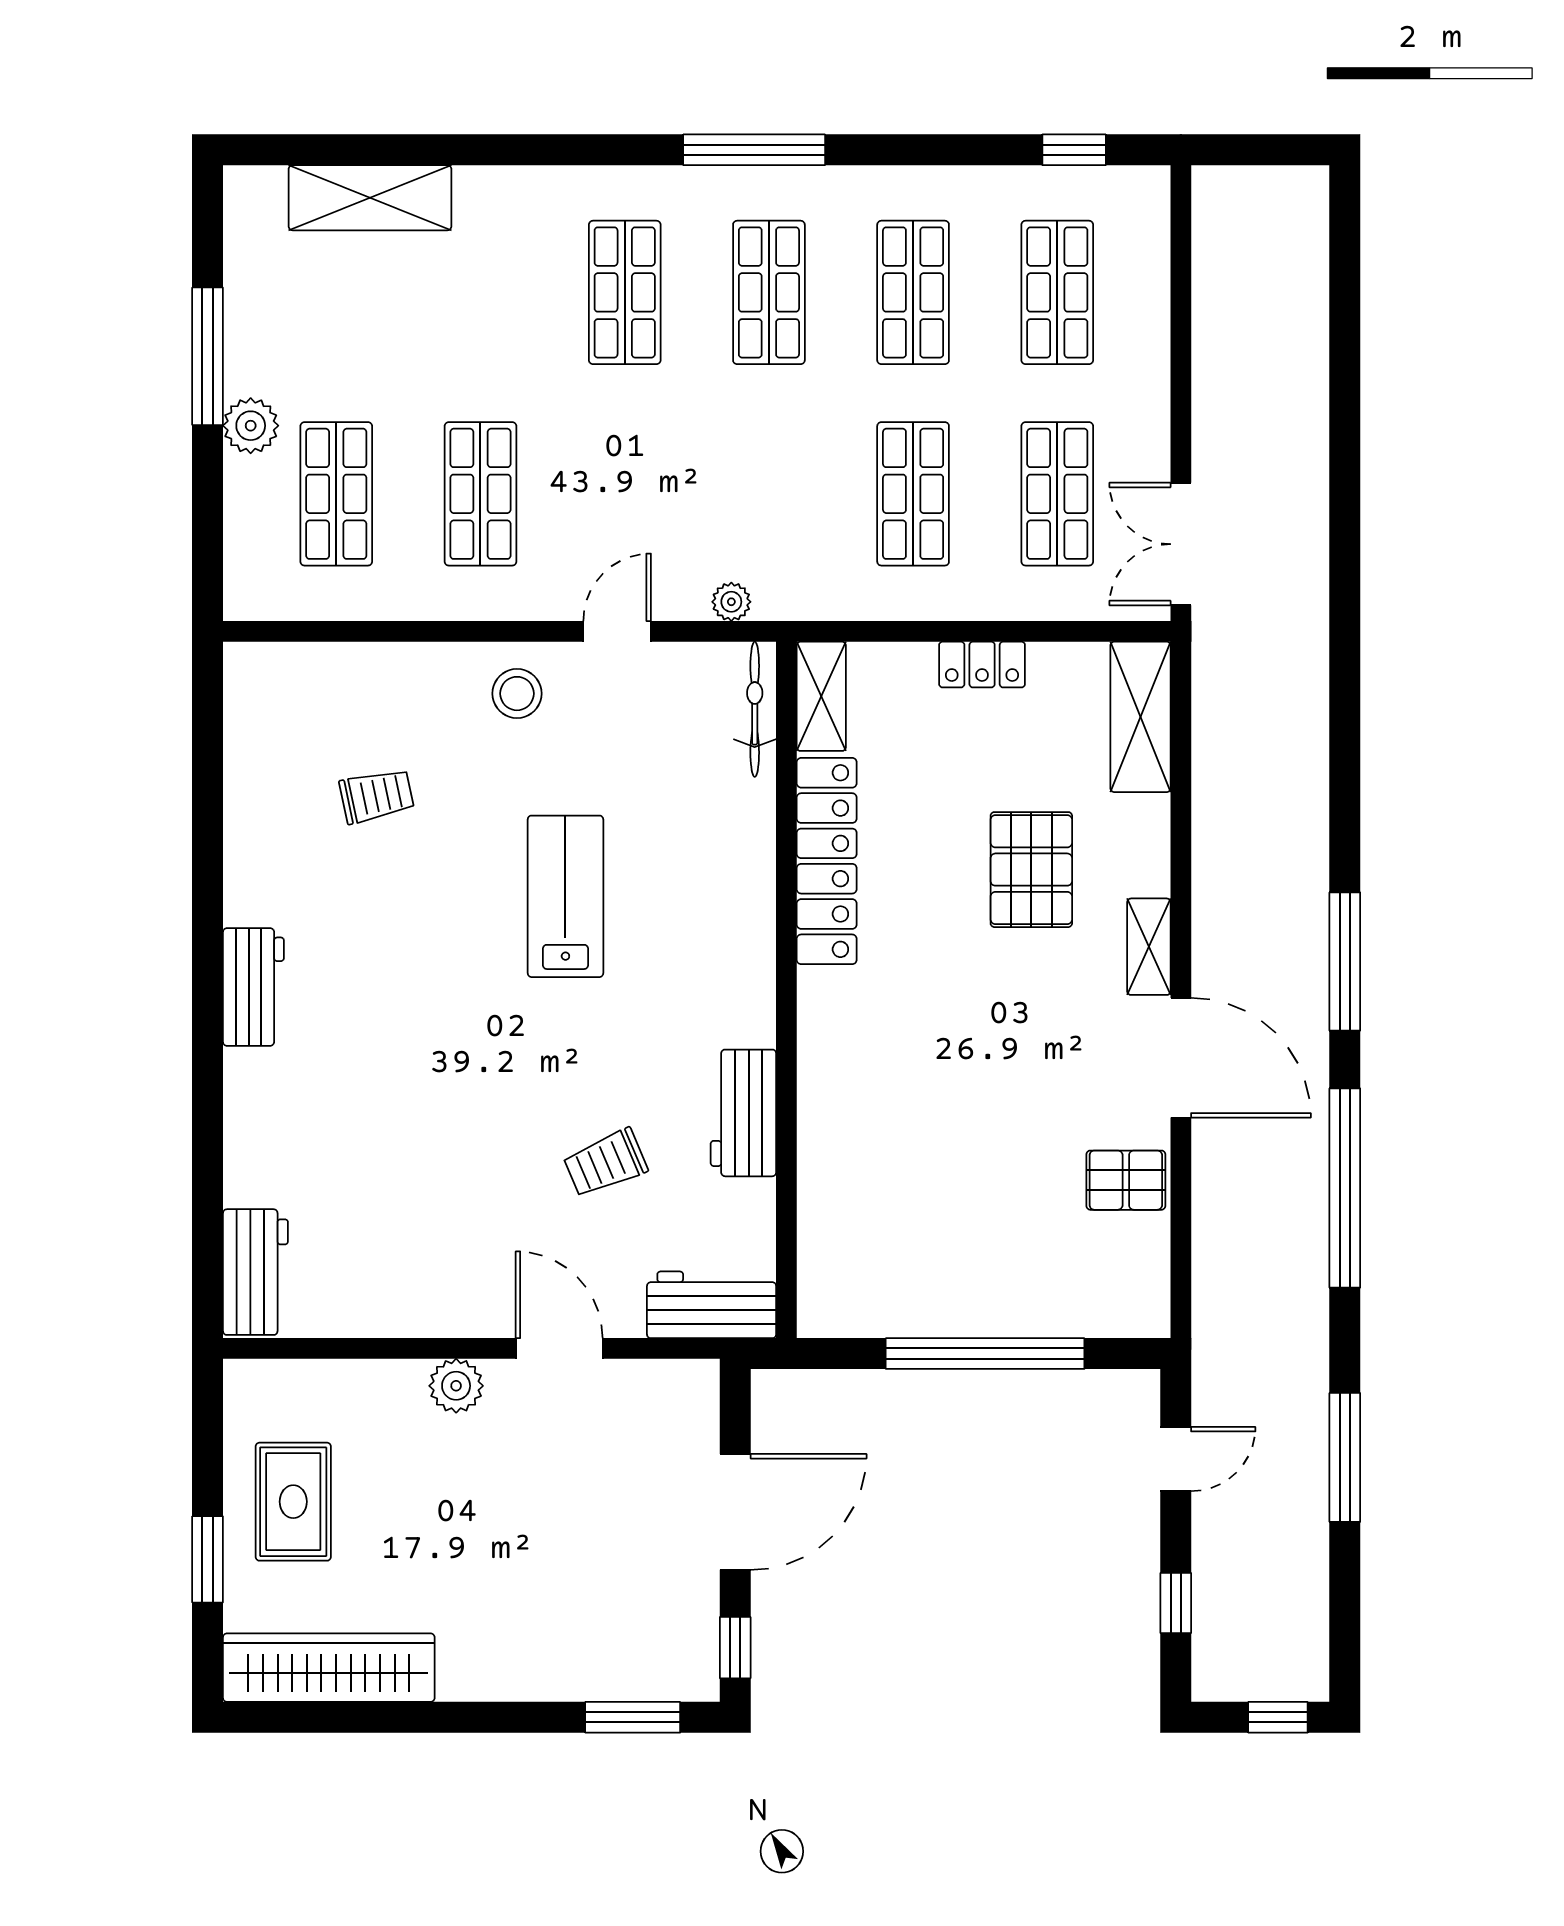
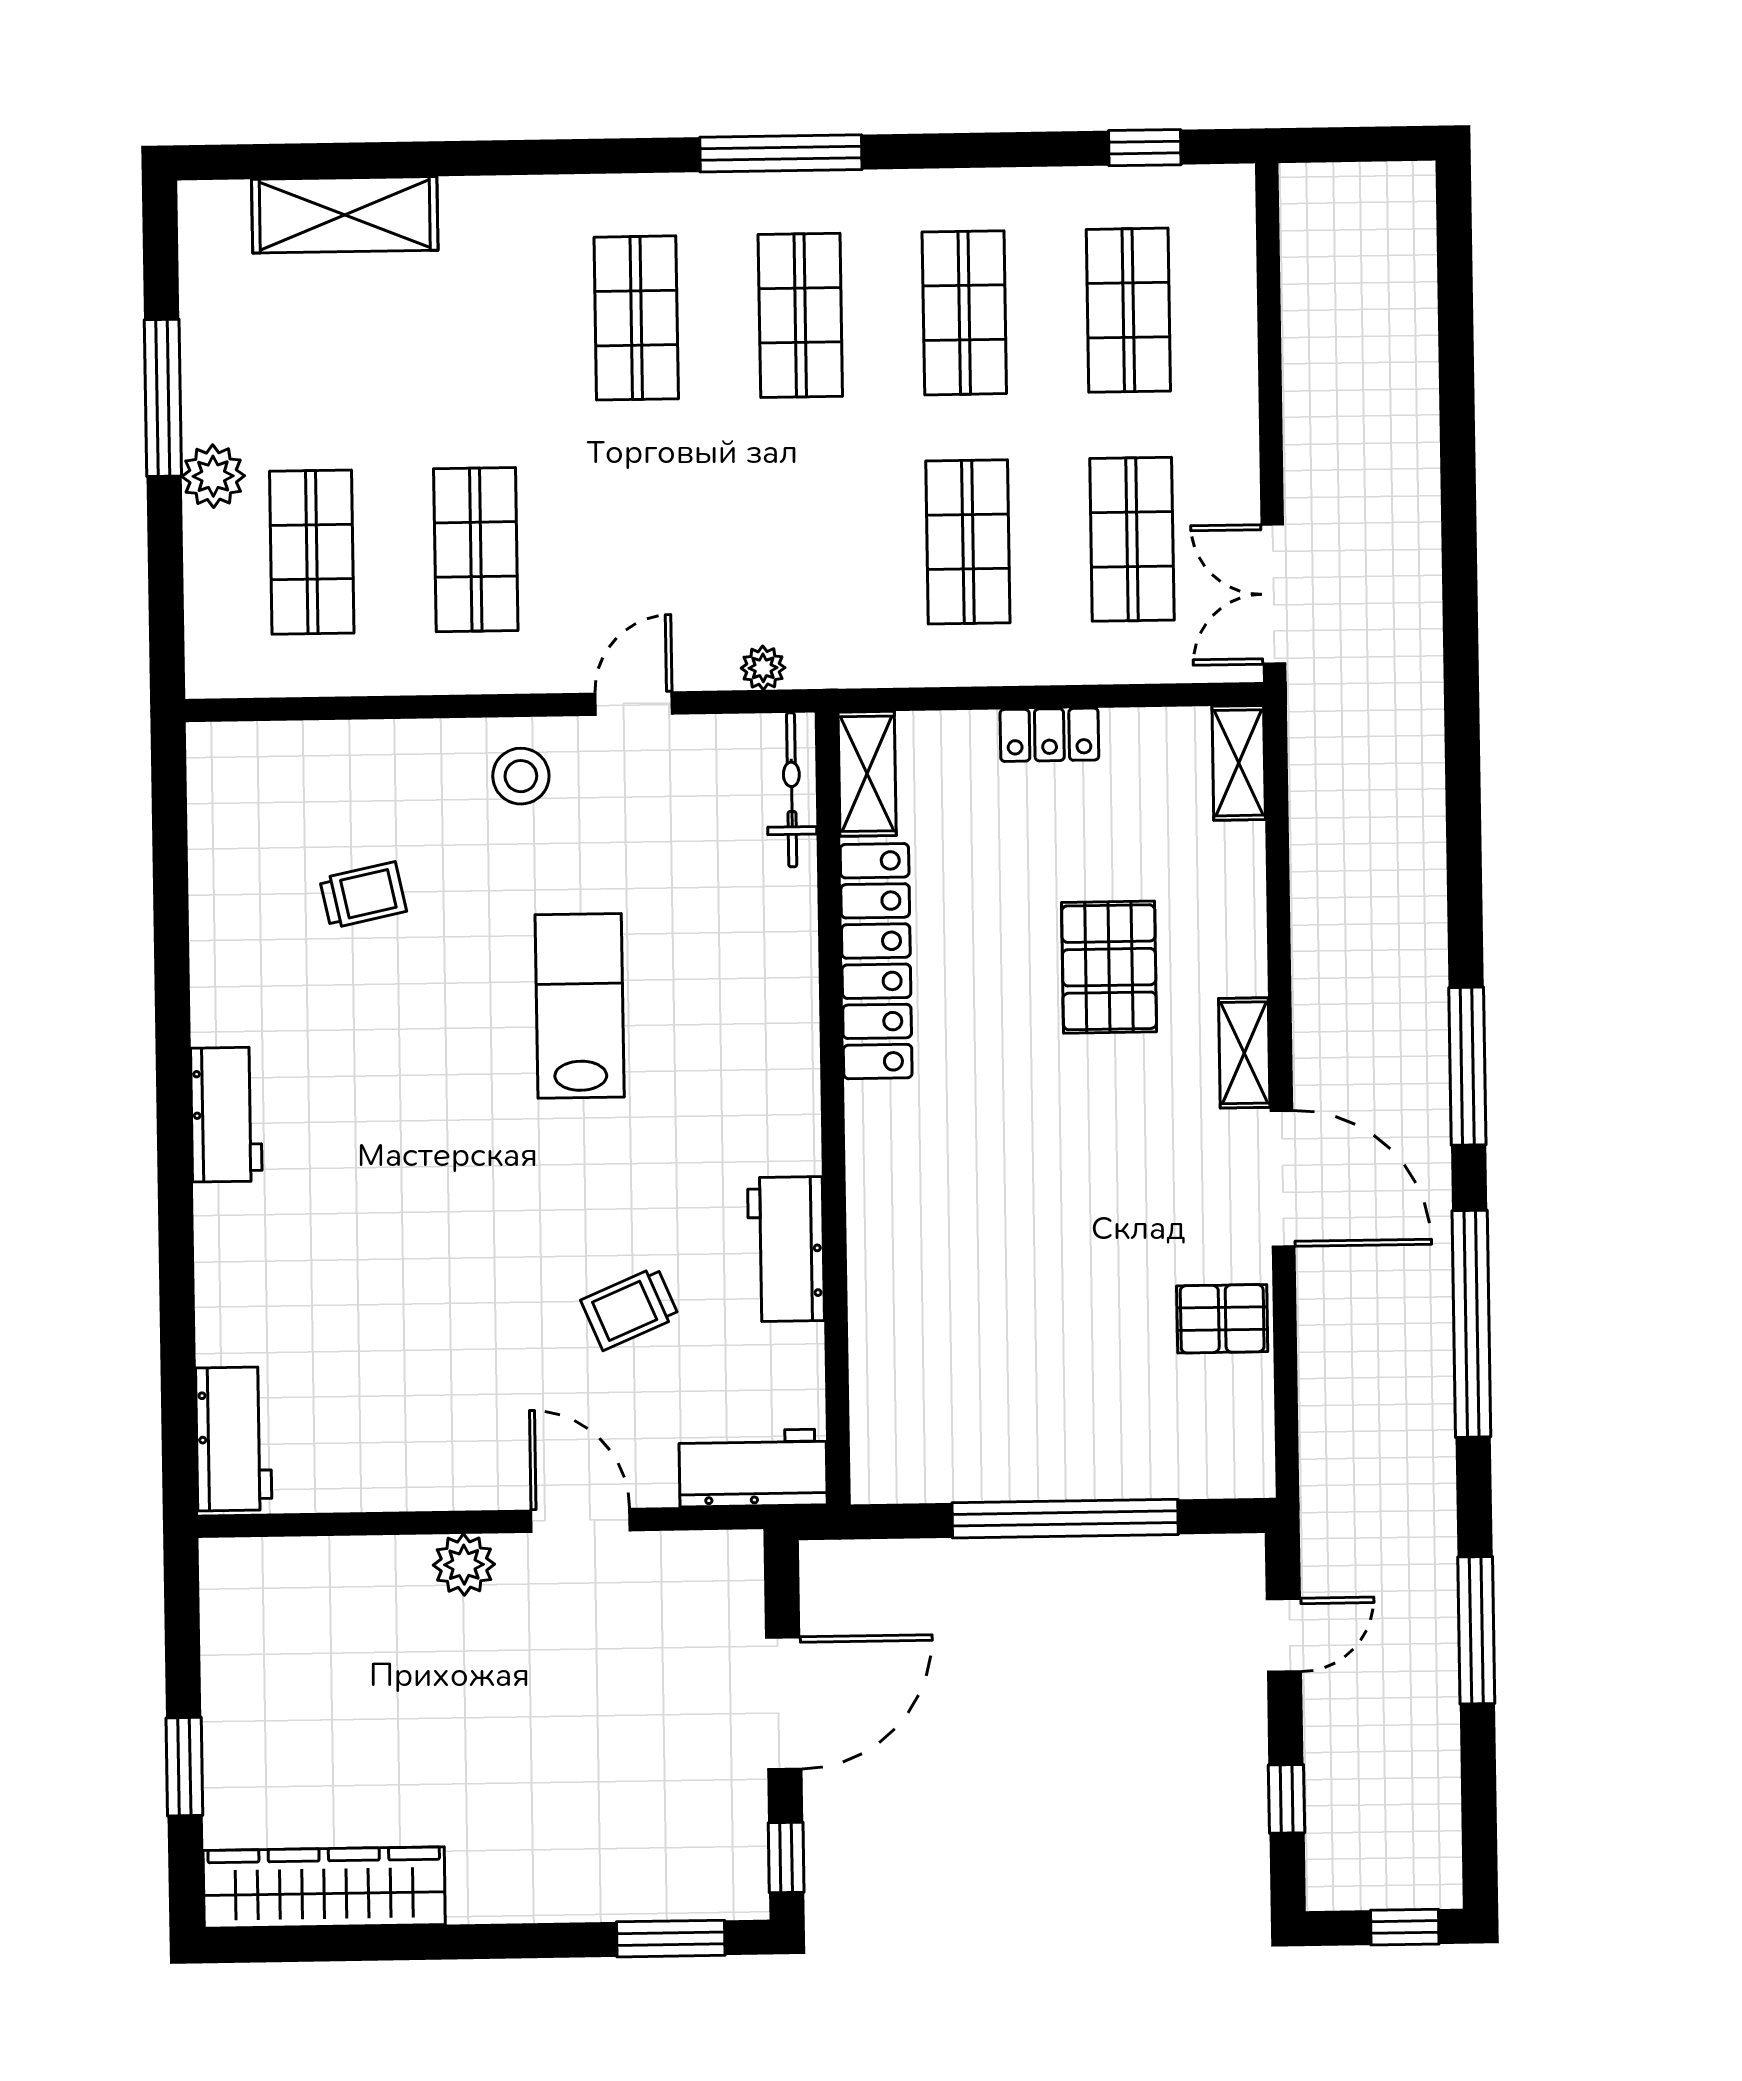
shelving: (1141, 717) -> (1239, 763), width x0.67, depth x0.75
rug: (293, 1502) -> (281, 1699), removed

